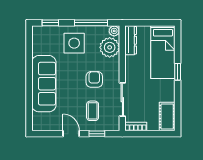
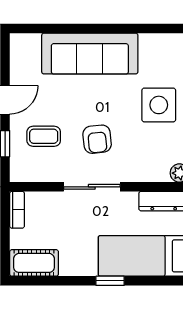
plant: (110, 47) -> (152, 165), removed
armchair: (94, 79) -> (97, 139), turned 84
sliding door: (122, 100) -> (92, 187), moved

